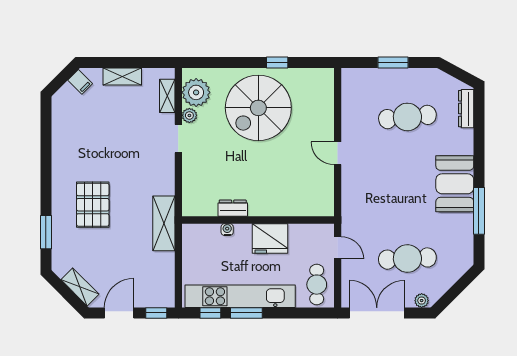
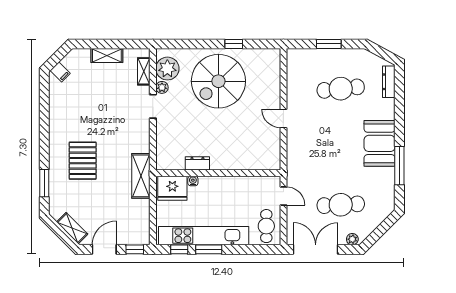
filing cabinet: (80, 82) -> (60, 72), moved
fridge: (270, 238) -> (172, 188), moved

